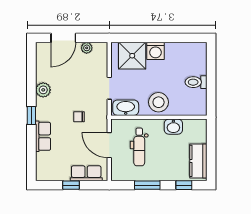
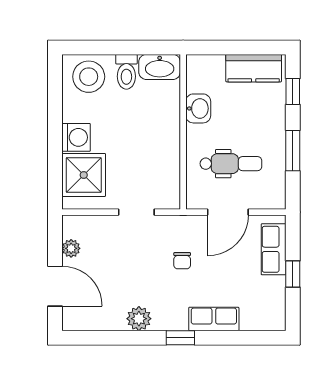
stool: (159, 102) -> (89, 77), moved
washbasin: (126, 108) -> (160, 67), moved, turned -90

